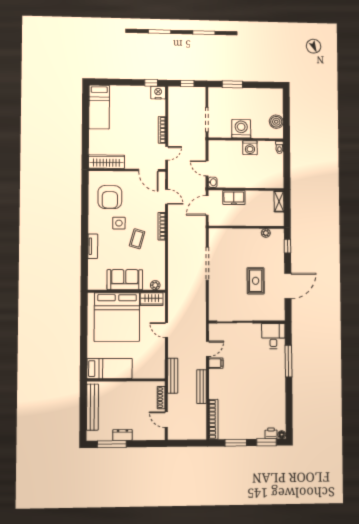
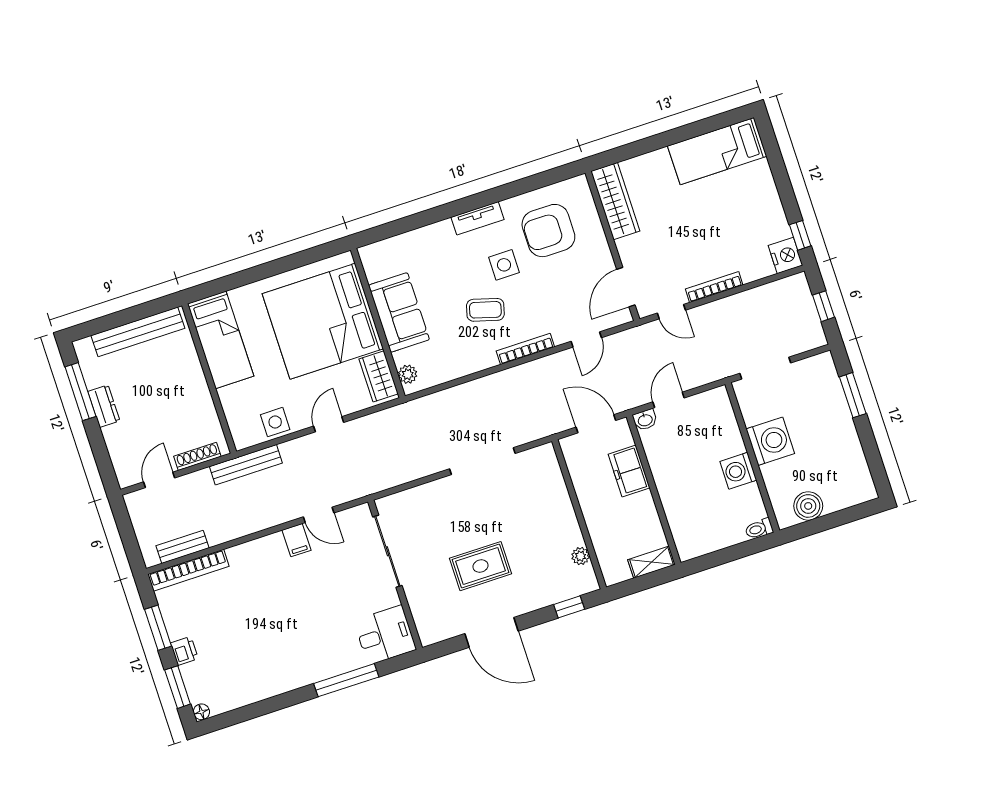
tv unit: (93, 246) -> (477, 218), moved
side table: (157, 355) -> (275, 422), added
bench: (201, 387) -> (182, 547), moved, width x0.73
printer: (271, 433) -> (184, 651), moved

